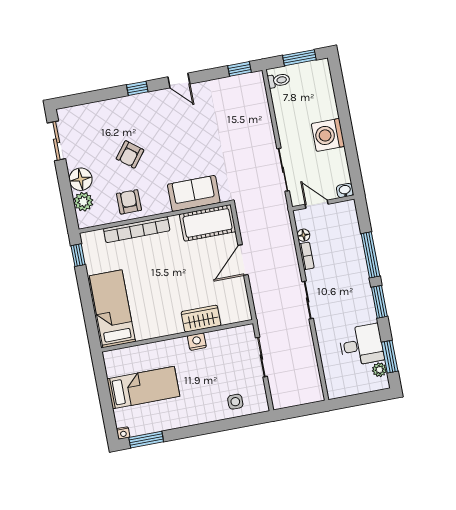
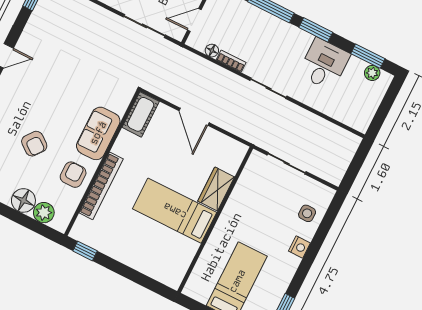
sofa: (194, 193) -> (98, 133), moved
armchair: (129, 202) -> (73, 175), turned 90
cot: (208, 223) -> (141, 114), width x0.73, depth x0.75
bed: (112, 309) -> (175, 211), moved
nightstand: (197, 342) -> (299, 247), moved, turned 180
desk: (361, 345) -> (324, 64), moved

